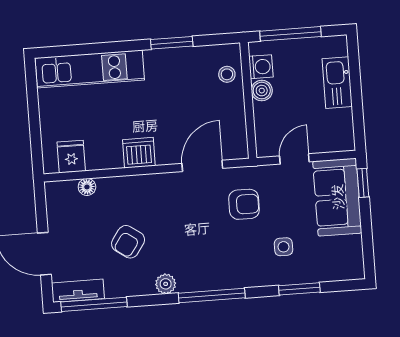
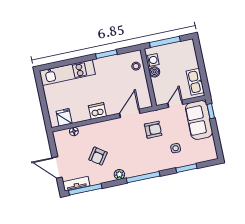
kitchen sink: (337, 83) -> (195, 82), moved

